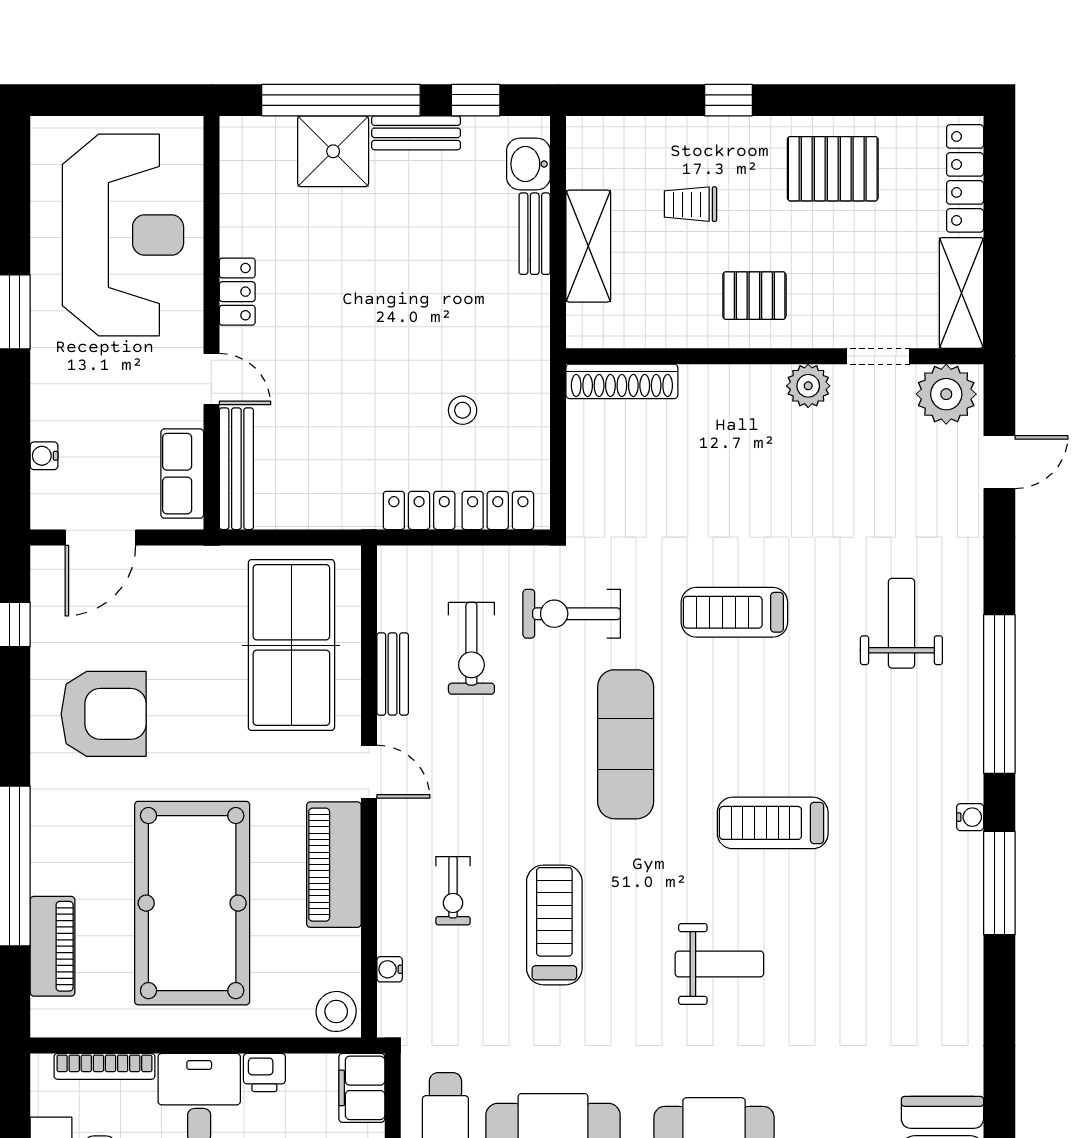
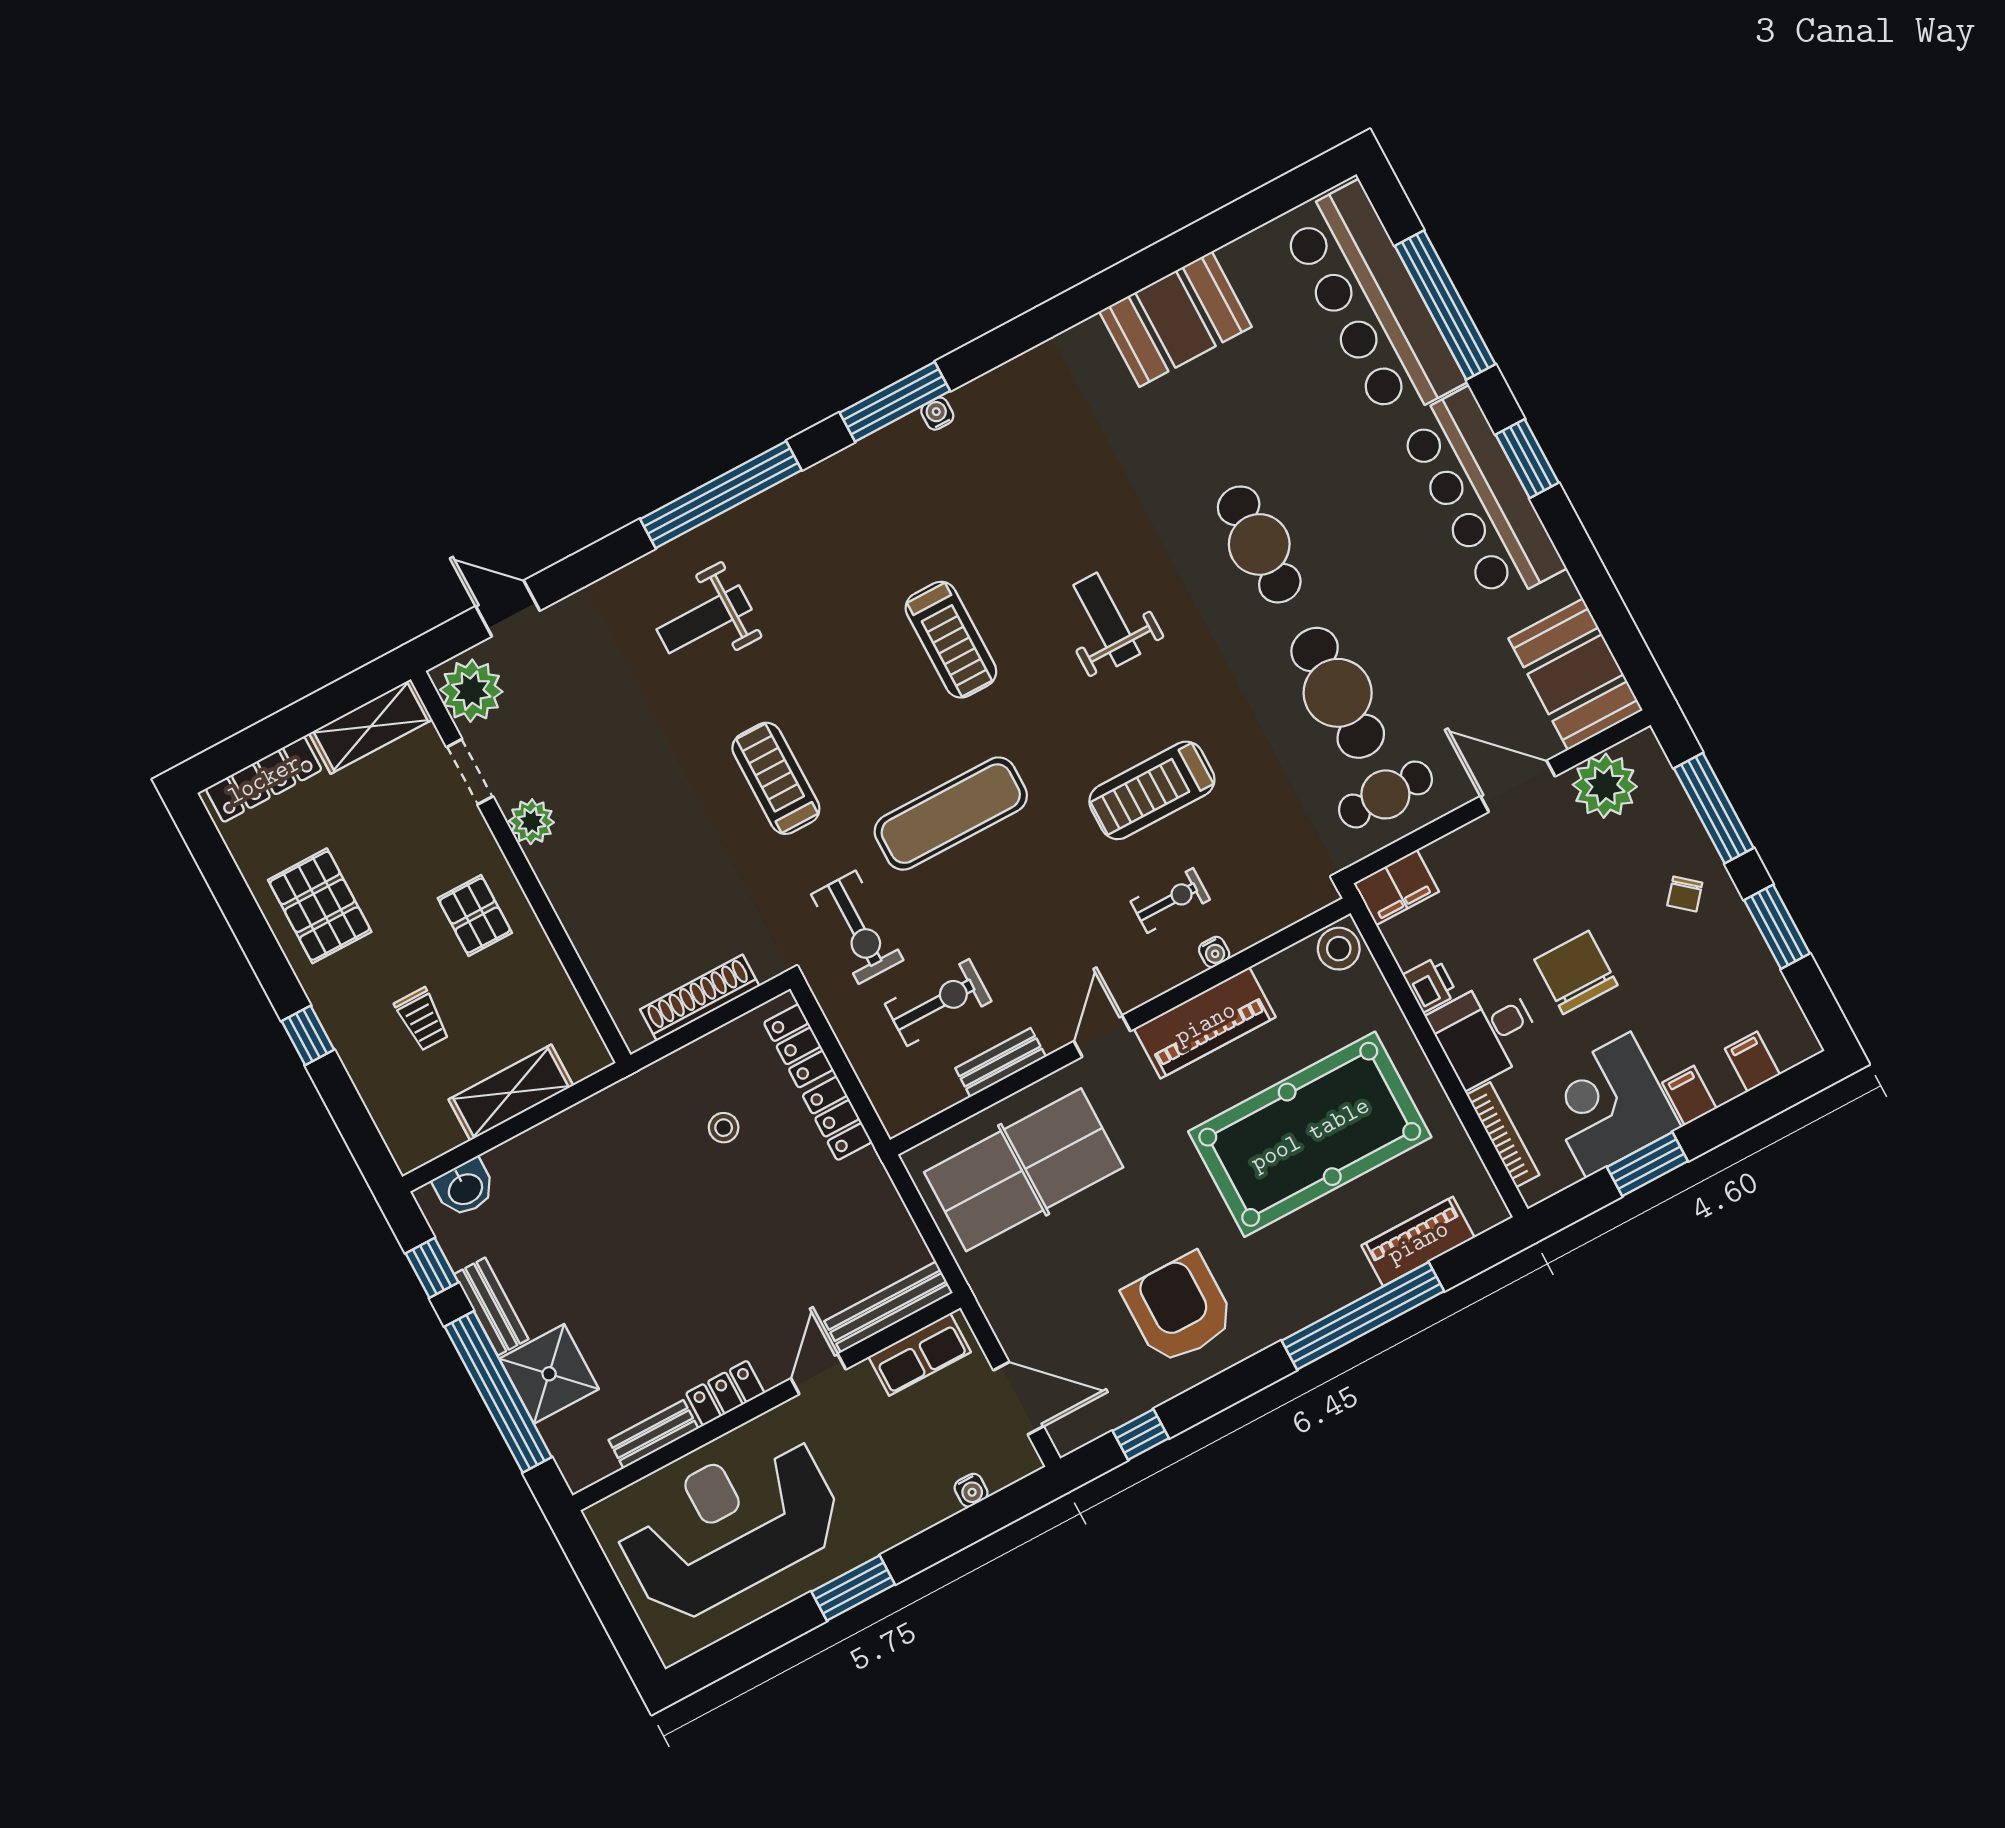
bench: (535, 234) -> (653, 1434), moved
shoe rack: (622, 381) -> (700, 998), moved, turned -90
treadmill: (734, 612) -> (776, 778), turned 180
water cooler: (970, 817) -> (937, 414), moved
water cooler: (390, 969) -> (1214, 952), moved

